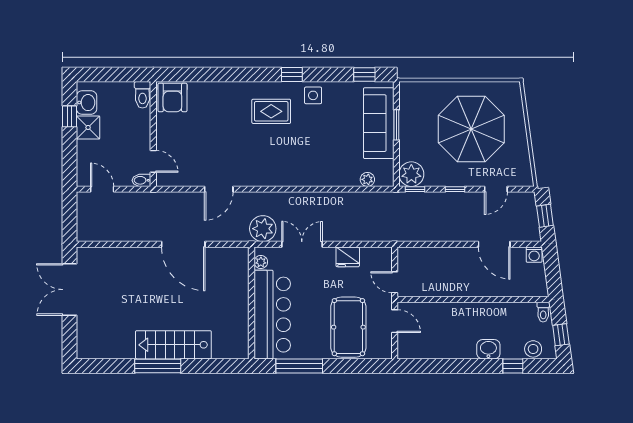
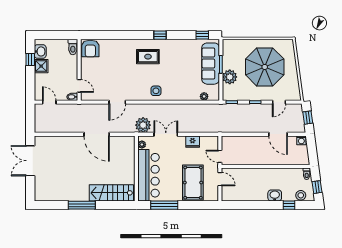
side table: (313, 95) -> (156, 91), moved
plant: (411, 174) -> (230, 77), moved
stairs: (173, 345) -> (111, 193), moved

